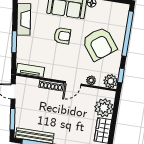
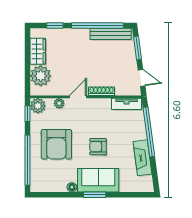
window: (14, 42) -> (149, 132), width x2.11
armchair: (99, 44) -> (56, 144), turned -143

